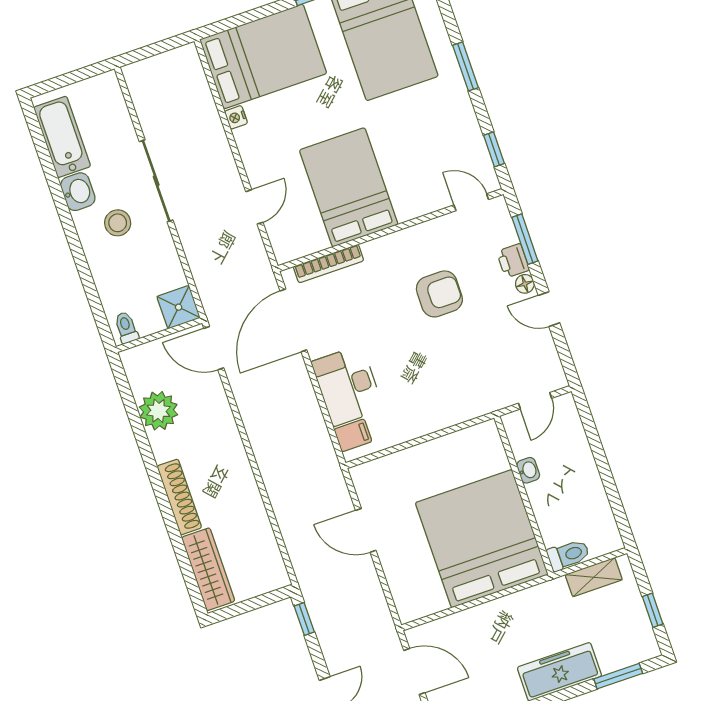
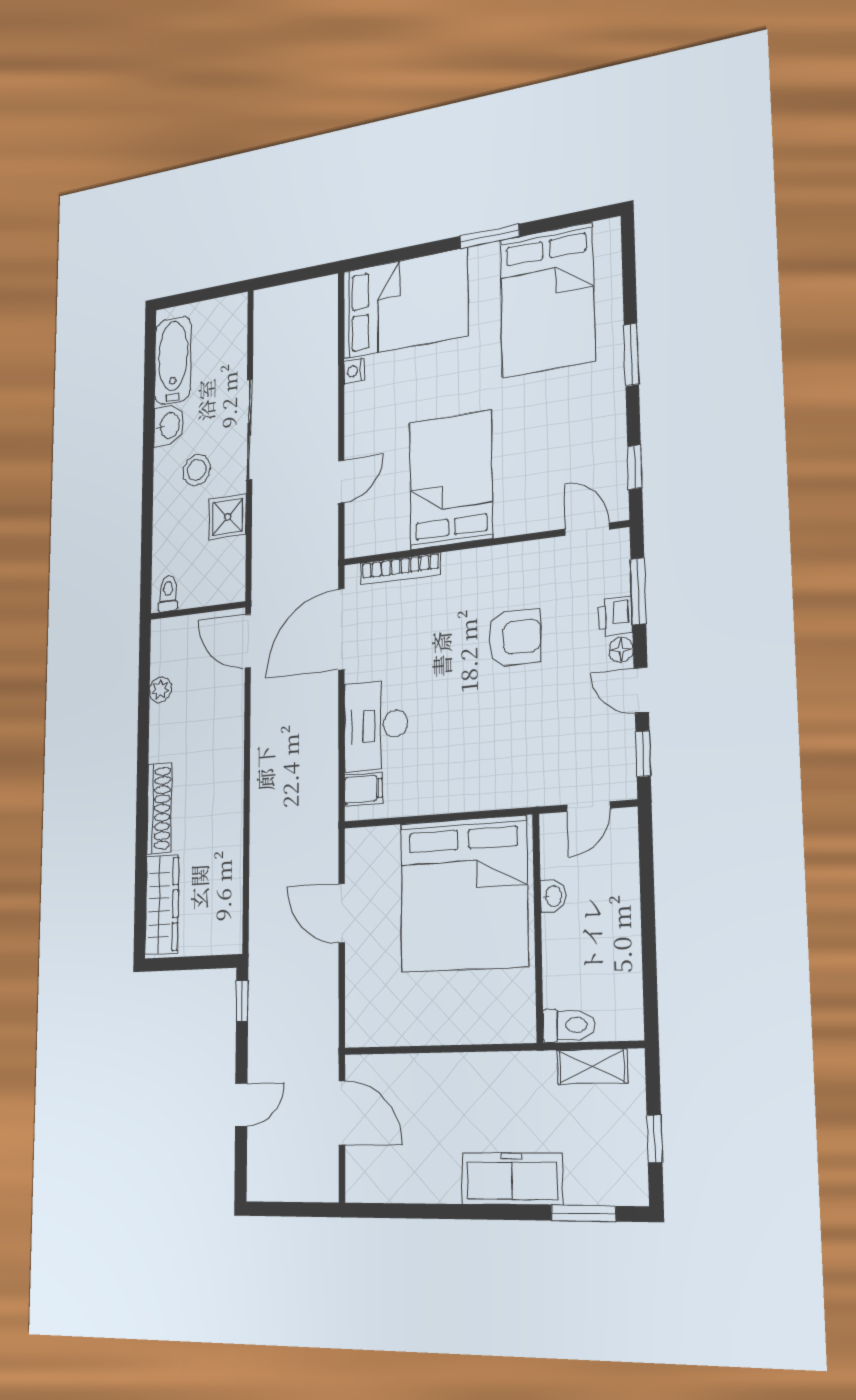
shower: (179, 307) -> (228, 517), moved
window: (564, 353) -> (643, 754), added
plant: (158, 411) -> (160, 690), width x0.53, depth x0.53
bed: (482, 539) -> (464, 894), moved, turned 180

